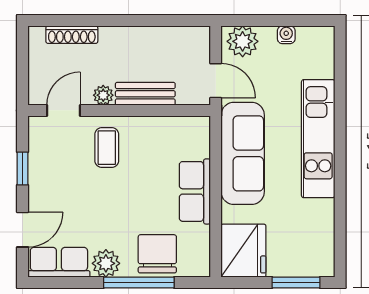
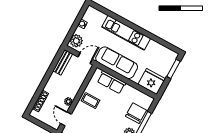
bench: (145, 94) -> (63, 62), moved
coffee table: (107, 148) -> (90, 101), moved
row of seats: (195, 191) -> (111, 82), moved
chair: (157, 254) -> (136, 113), turned 90

